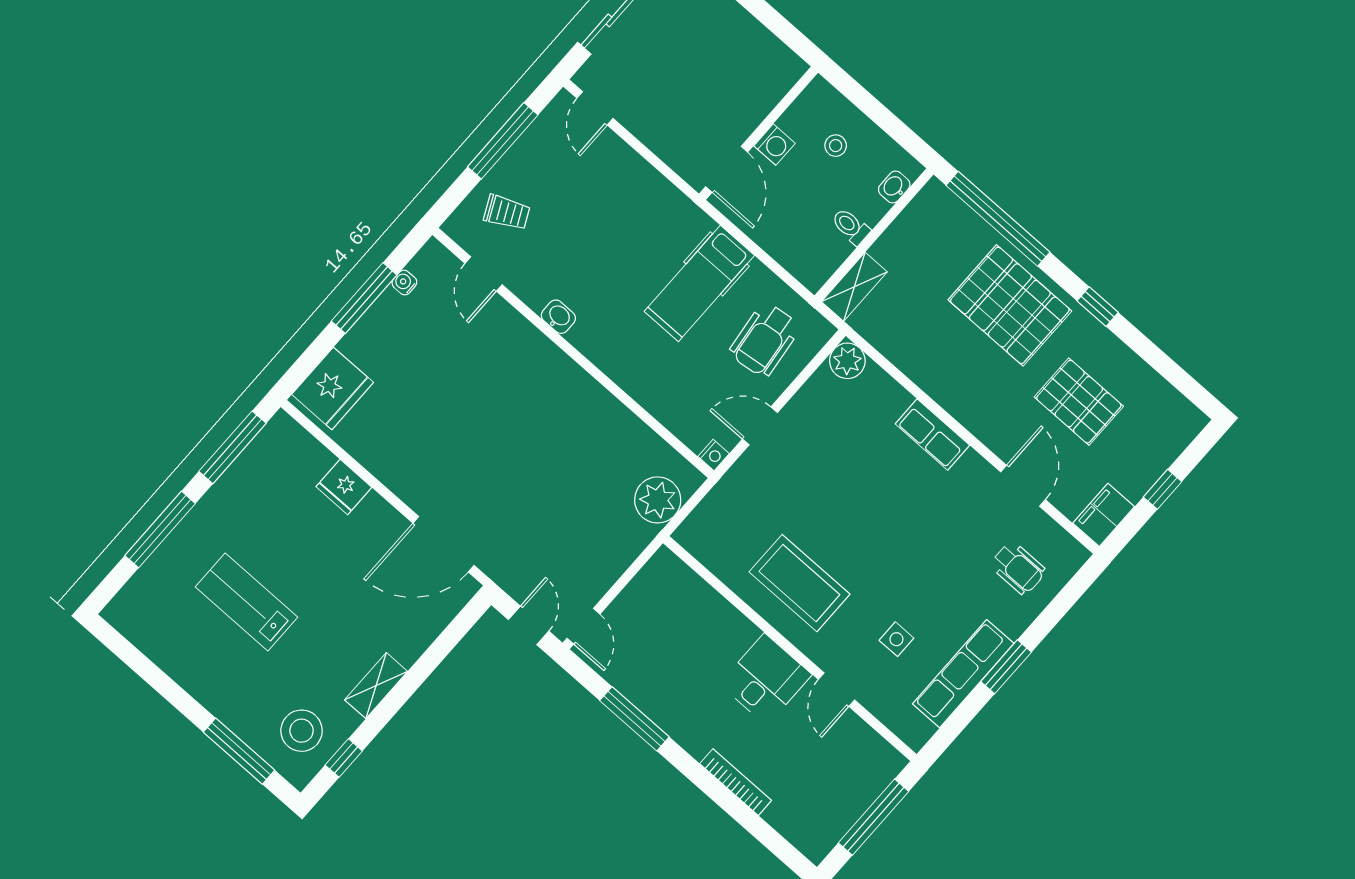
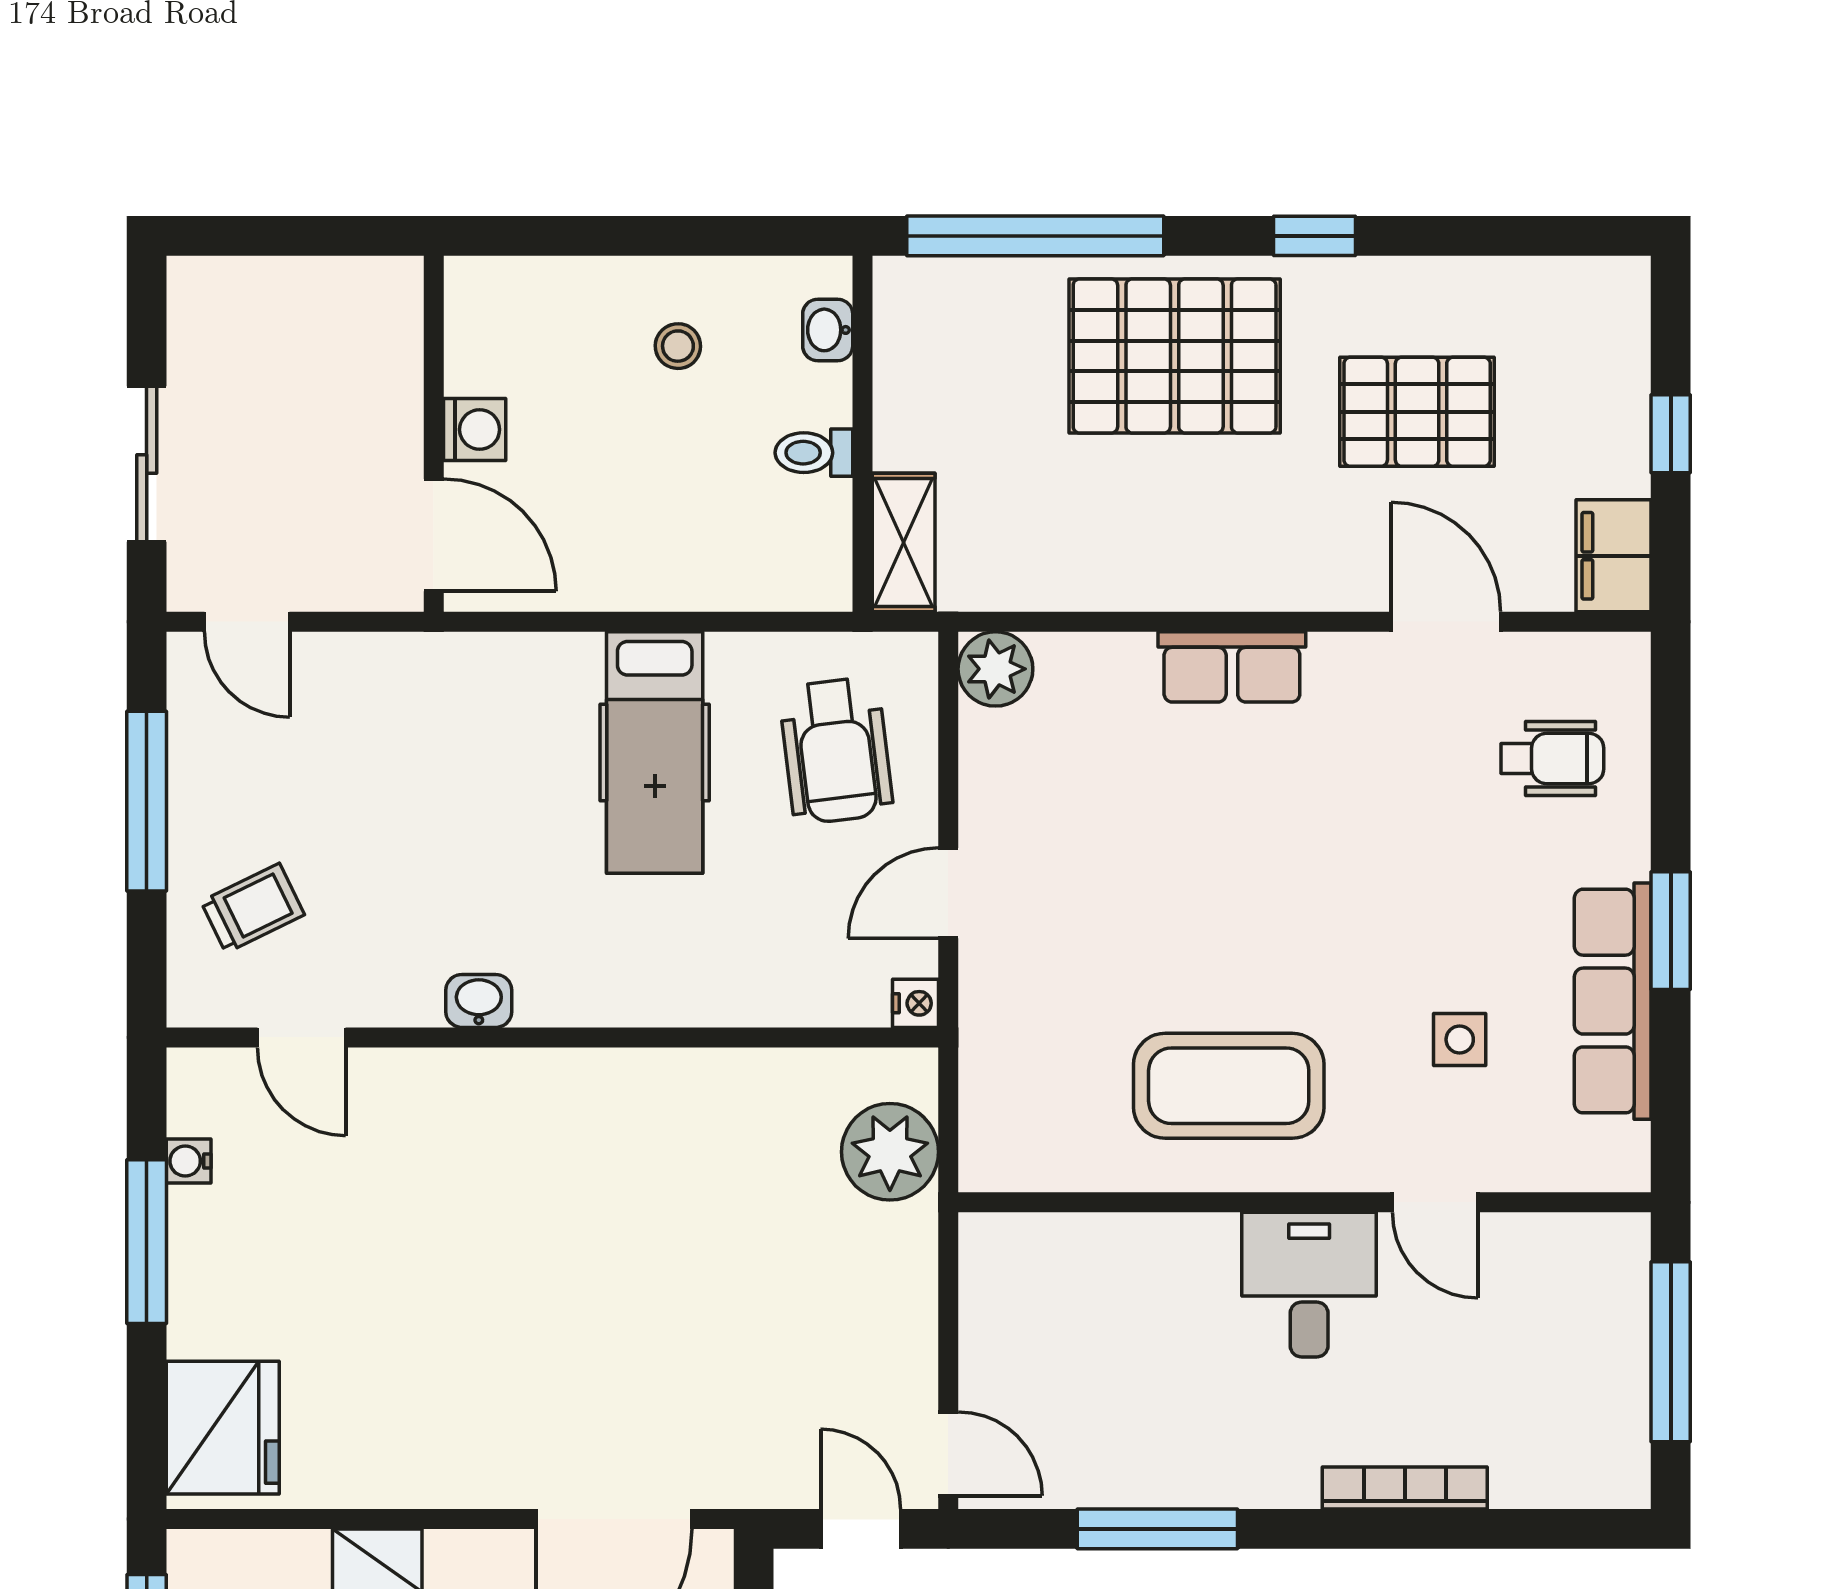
wall: (759, 133) -> (434, 434), moved
washing machine: (774, 145) -> (475, 430), moved
door: (727, 169) -> (434, 535), moved

